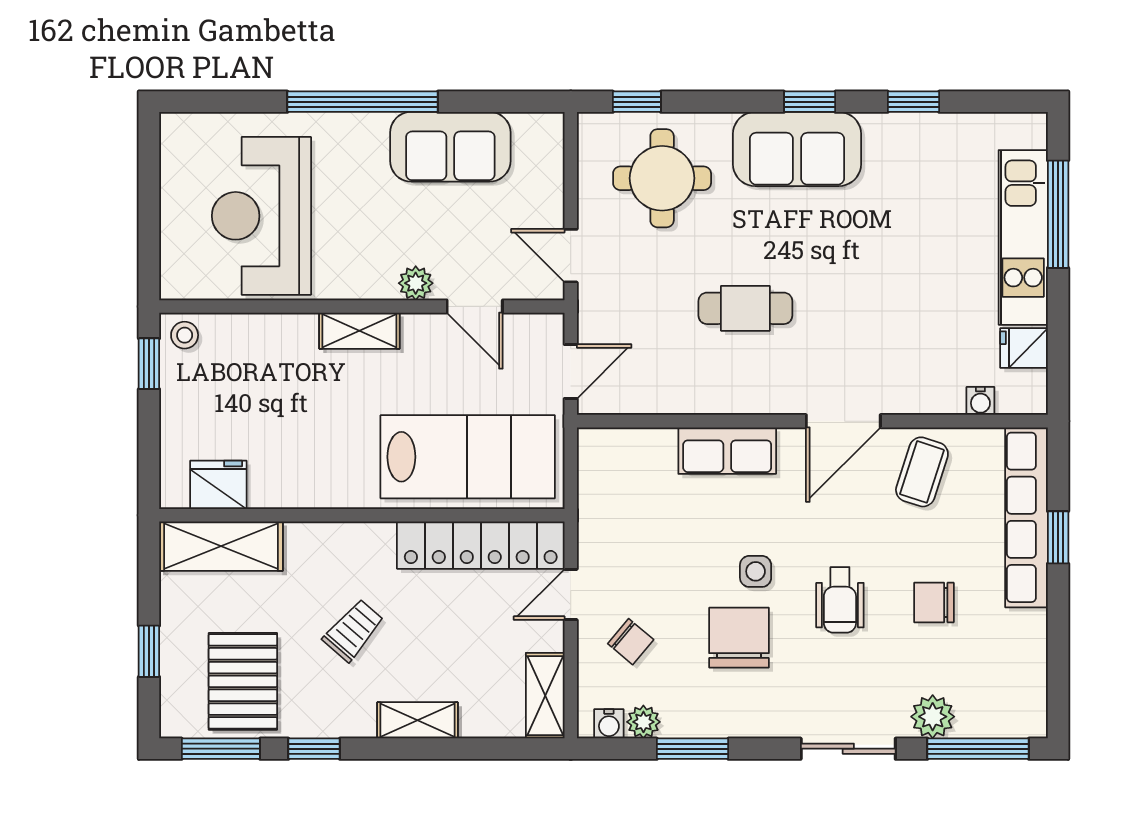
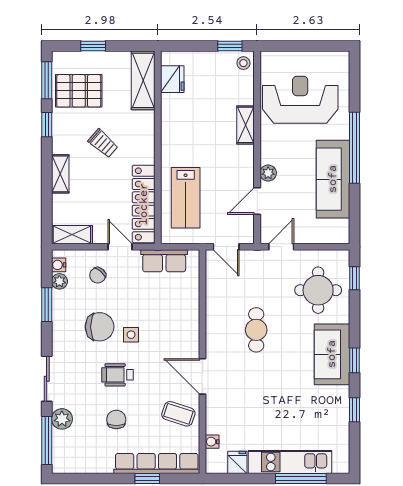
sofa: (450, 147) -> (333, 179), width x1.36
shelving: (359, 331) -> (246, 125), moved
row of seats: (727, 451) -> (164, 261), moved, turned -90
lab bench: (468, 457) -> (186, 198), width x0.73, depth x0.72

